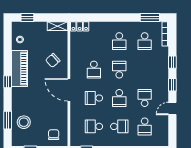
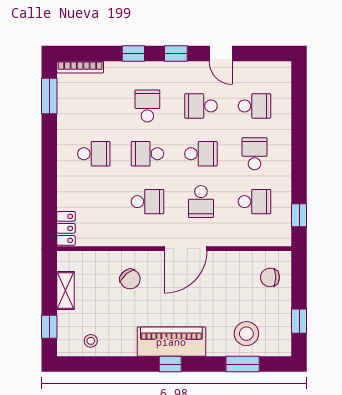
shelving: (58, 26) -> (65, 290), moved
school desk: (145, 41) -> (147, 106), moved, turned -90
piano: (20, 69) -> (171, 342), moved
school desk: (94, 126) -> (254, 202), turned -90

